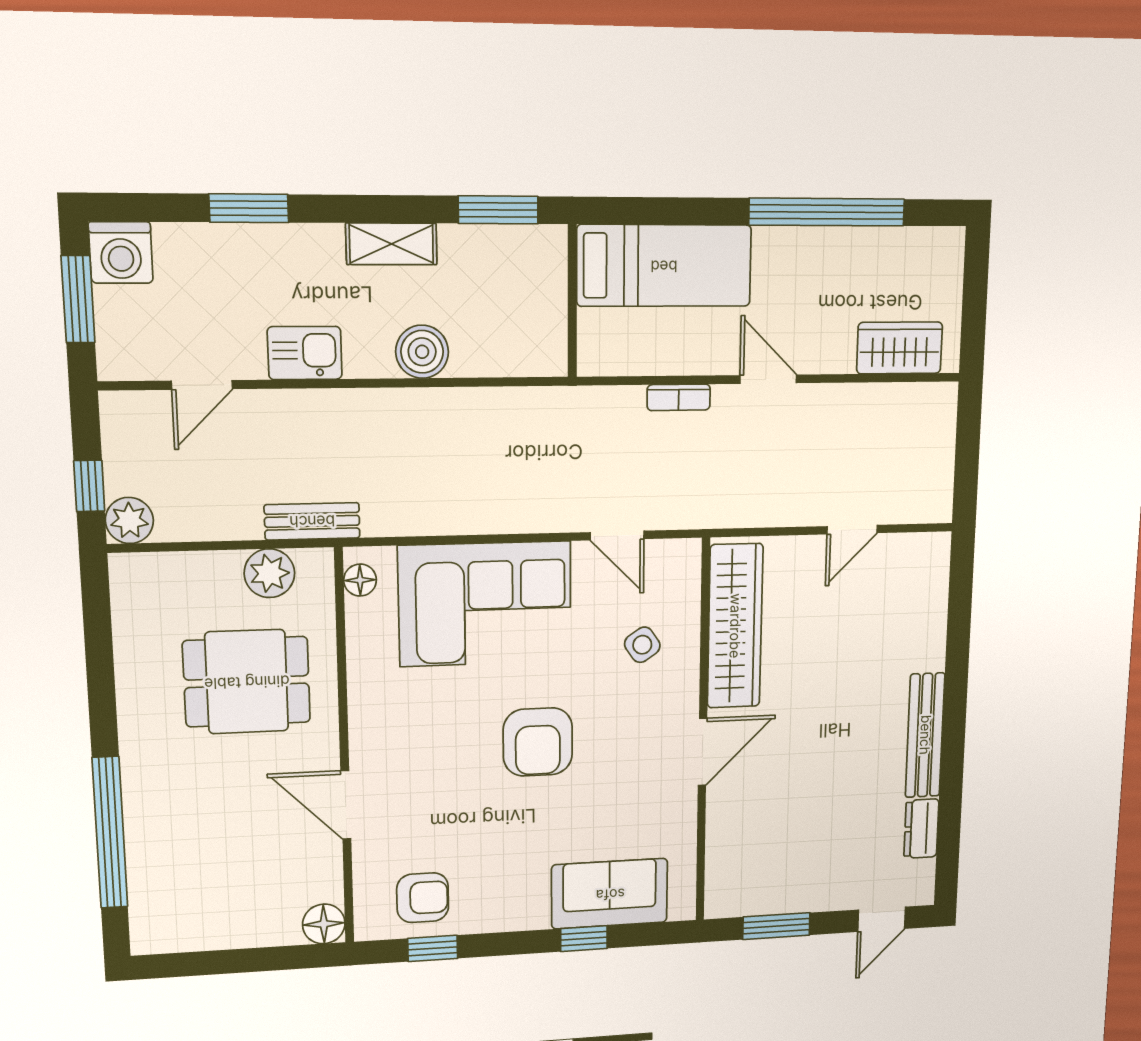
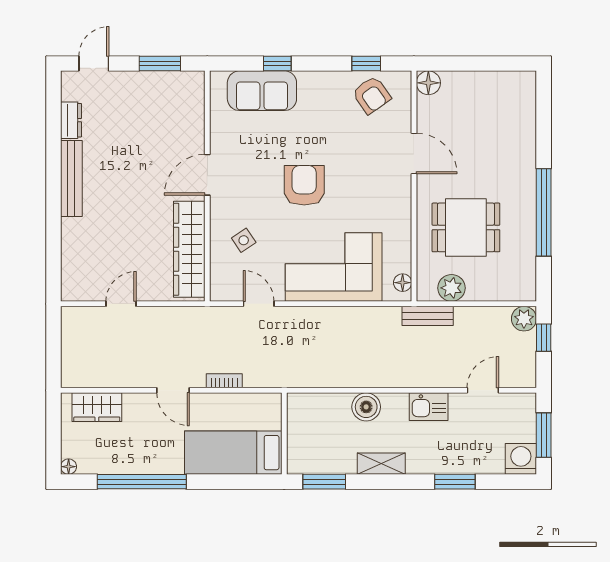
floor lamp: (952, 240) -> (69, 467), added
window: (110, 833) -> (544, 212), moved
armchair: (423, 898) -> (372, 95), turned -125

